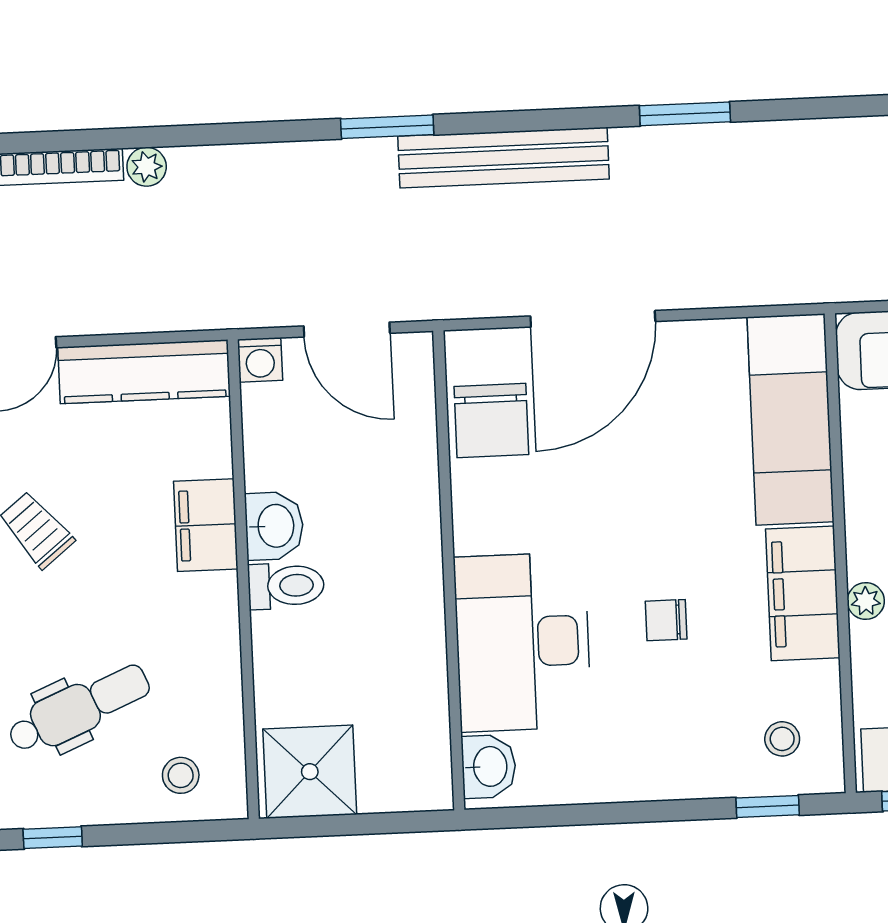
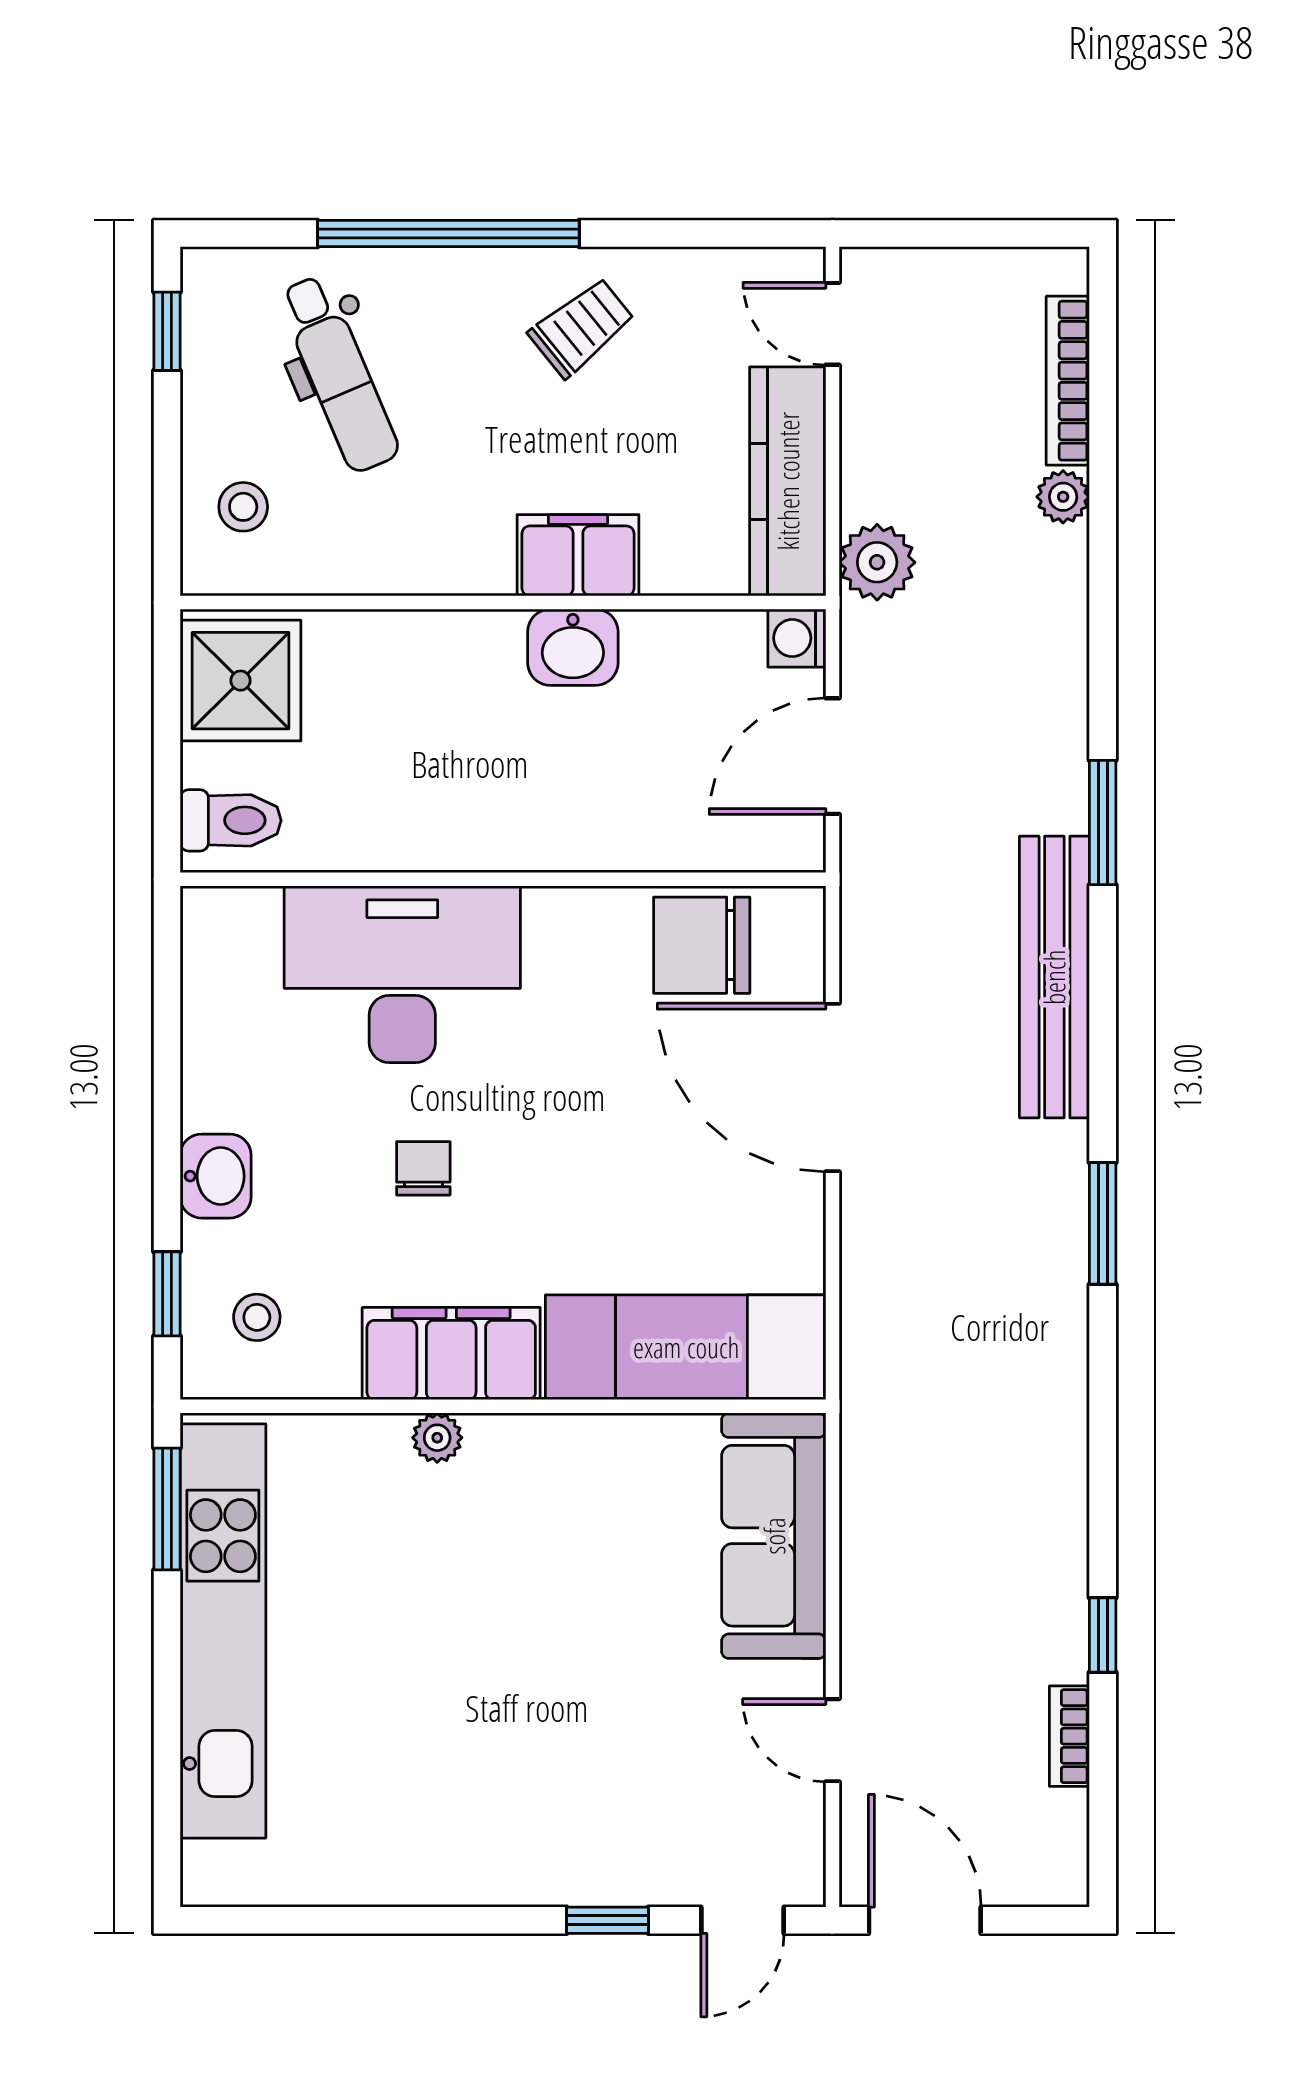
plant: (201, 303) -> (877, 562), added
toilet: (286, 586) -> (231, 820), moved, turned -90
washbasin: (489, 766) -> (216, 1176), moved, turned -90

